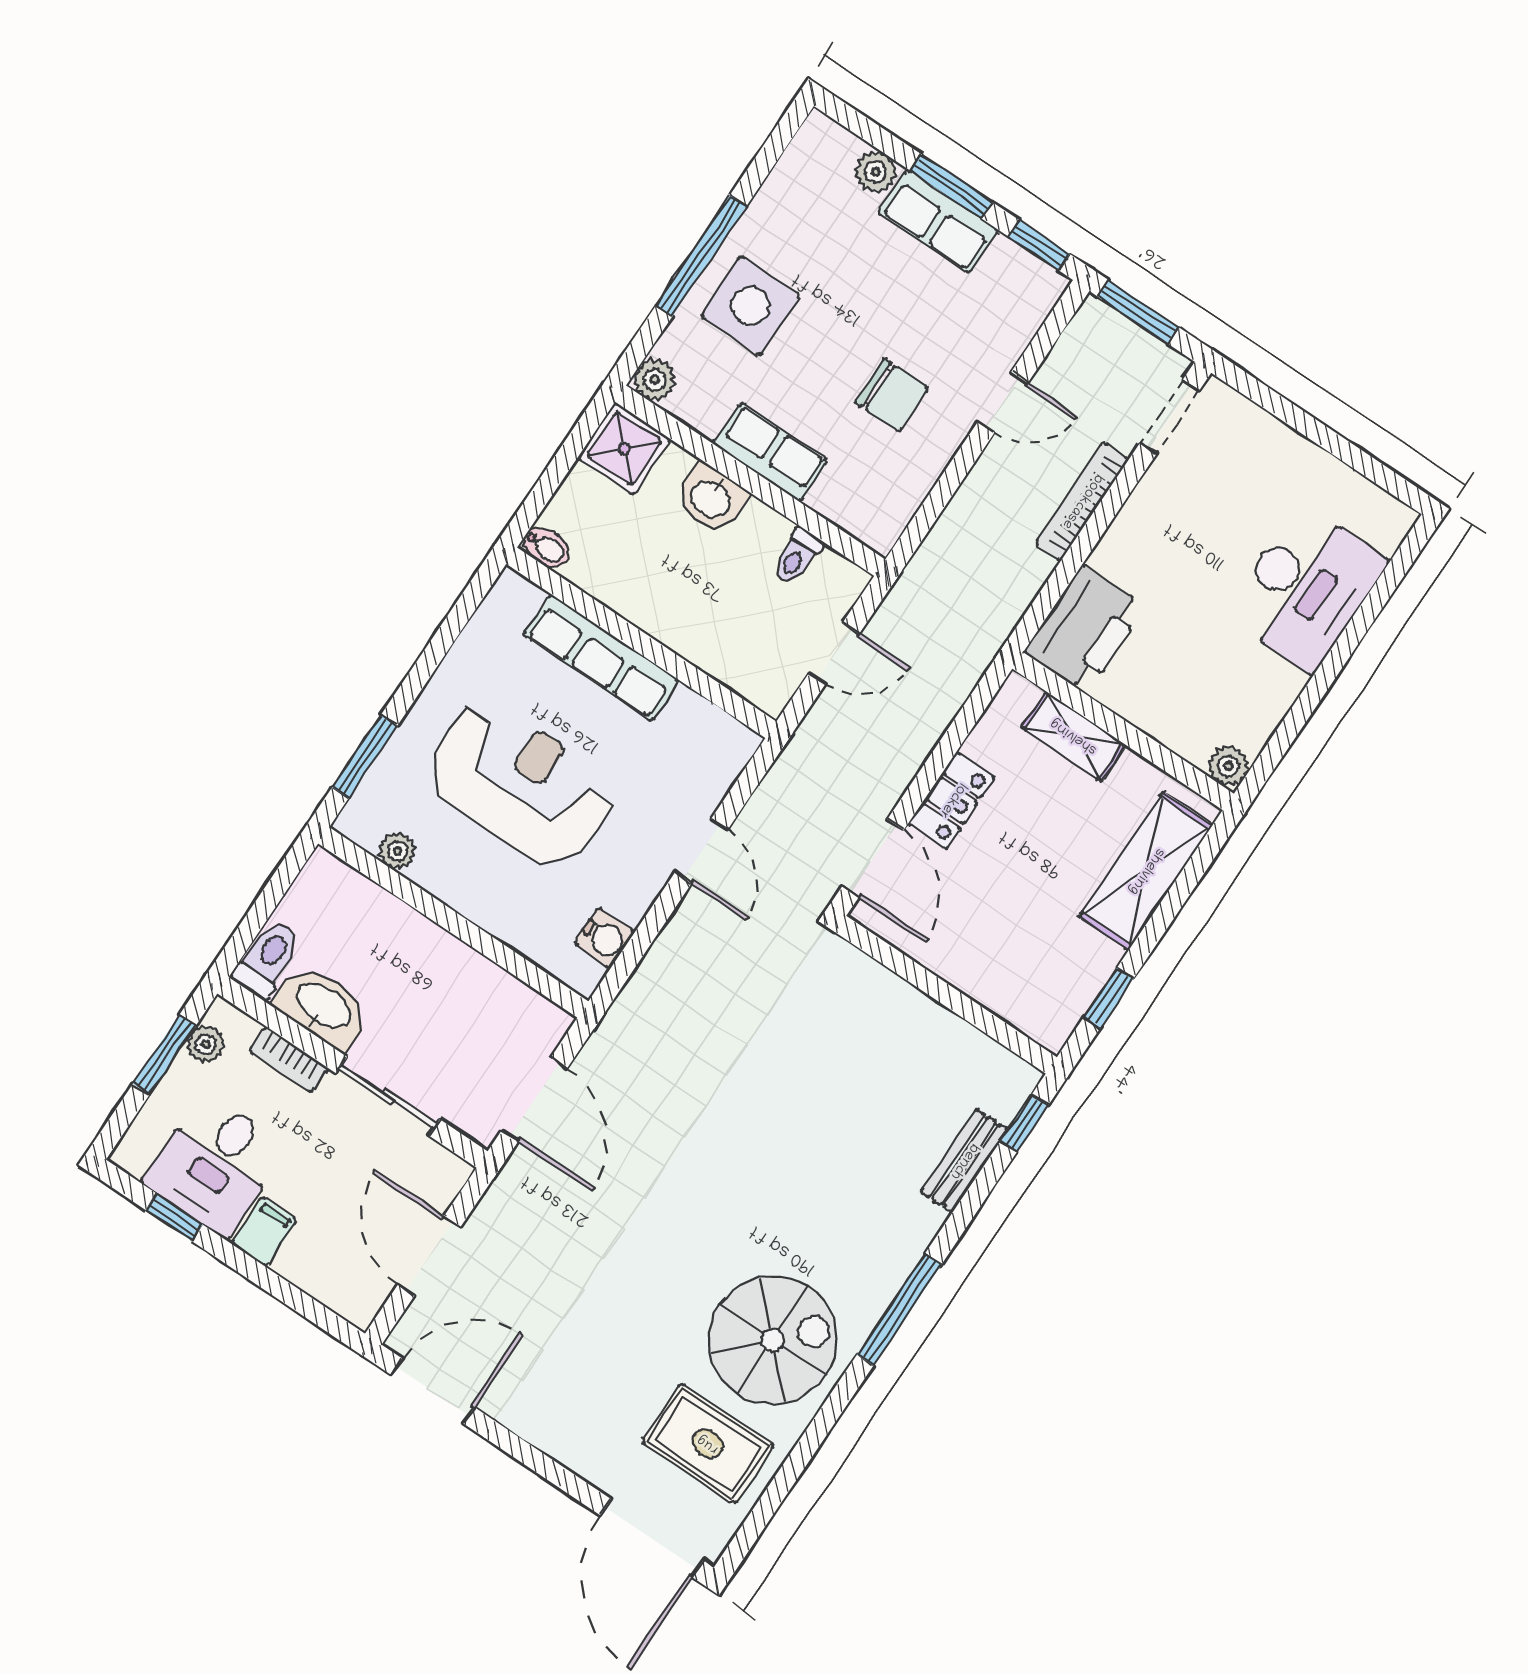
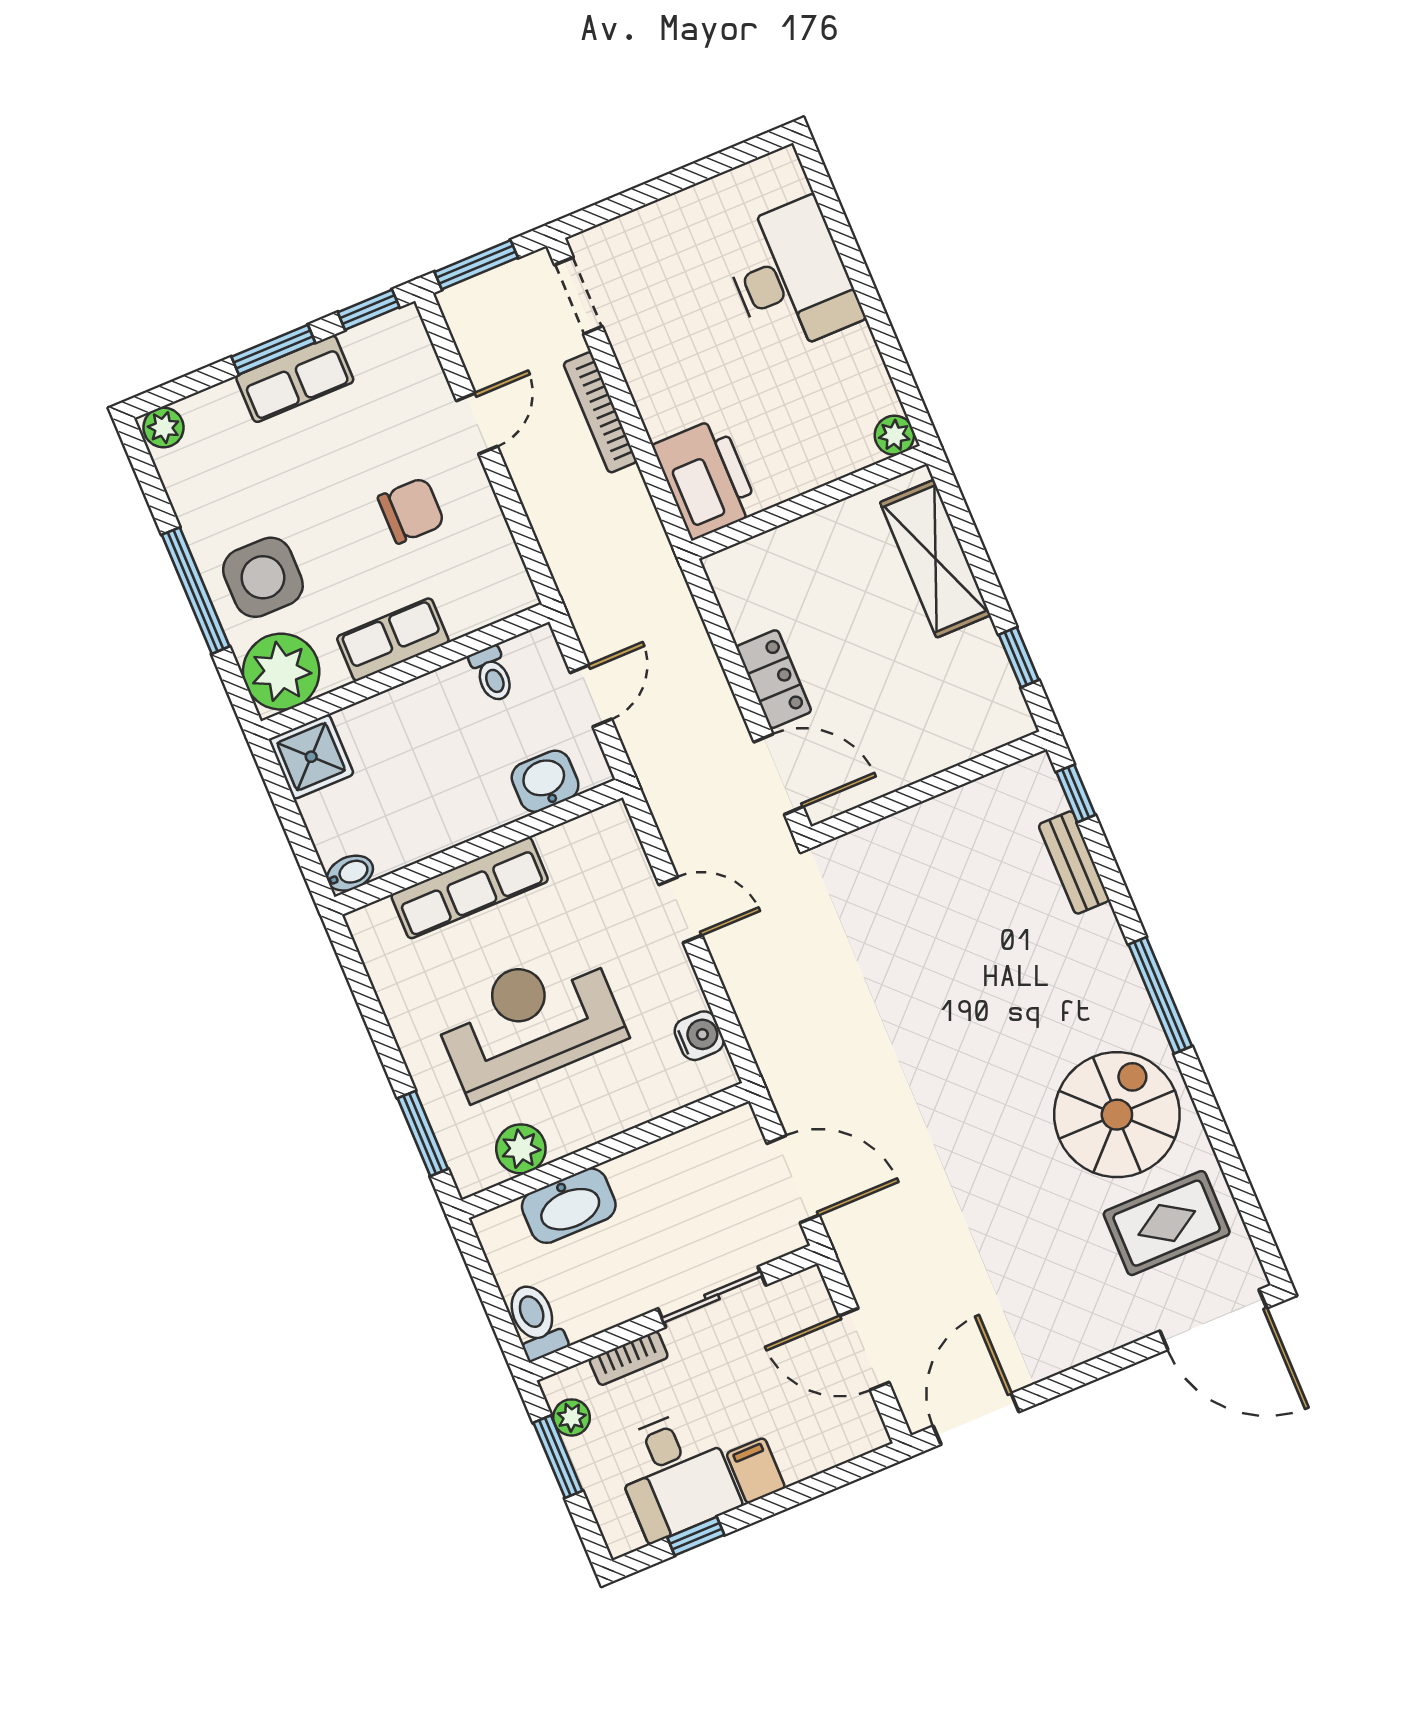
plant: (876, 172) -> (163, 427), moved
plant: (655, 380) -> (281, 672), width x1.87, depth x1.87
washbasin: (711, 498) -> (545, 781), moved, turned 180
shelving: (1074, 736) -> (787, 545), removed
plant: (397, 851) -> (521, 1149), width x1.38, depth x1.38
washbasin: (323, 1007) -> (569, 1206), moved, turned 180

